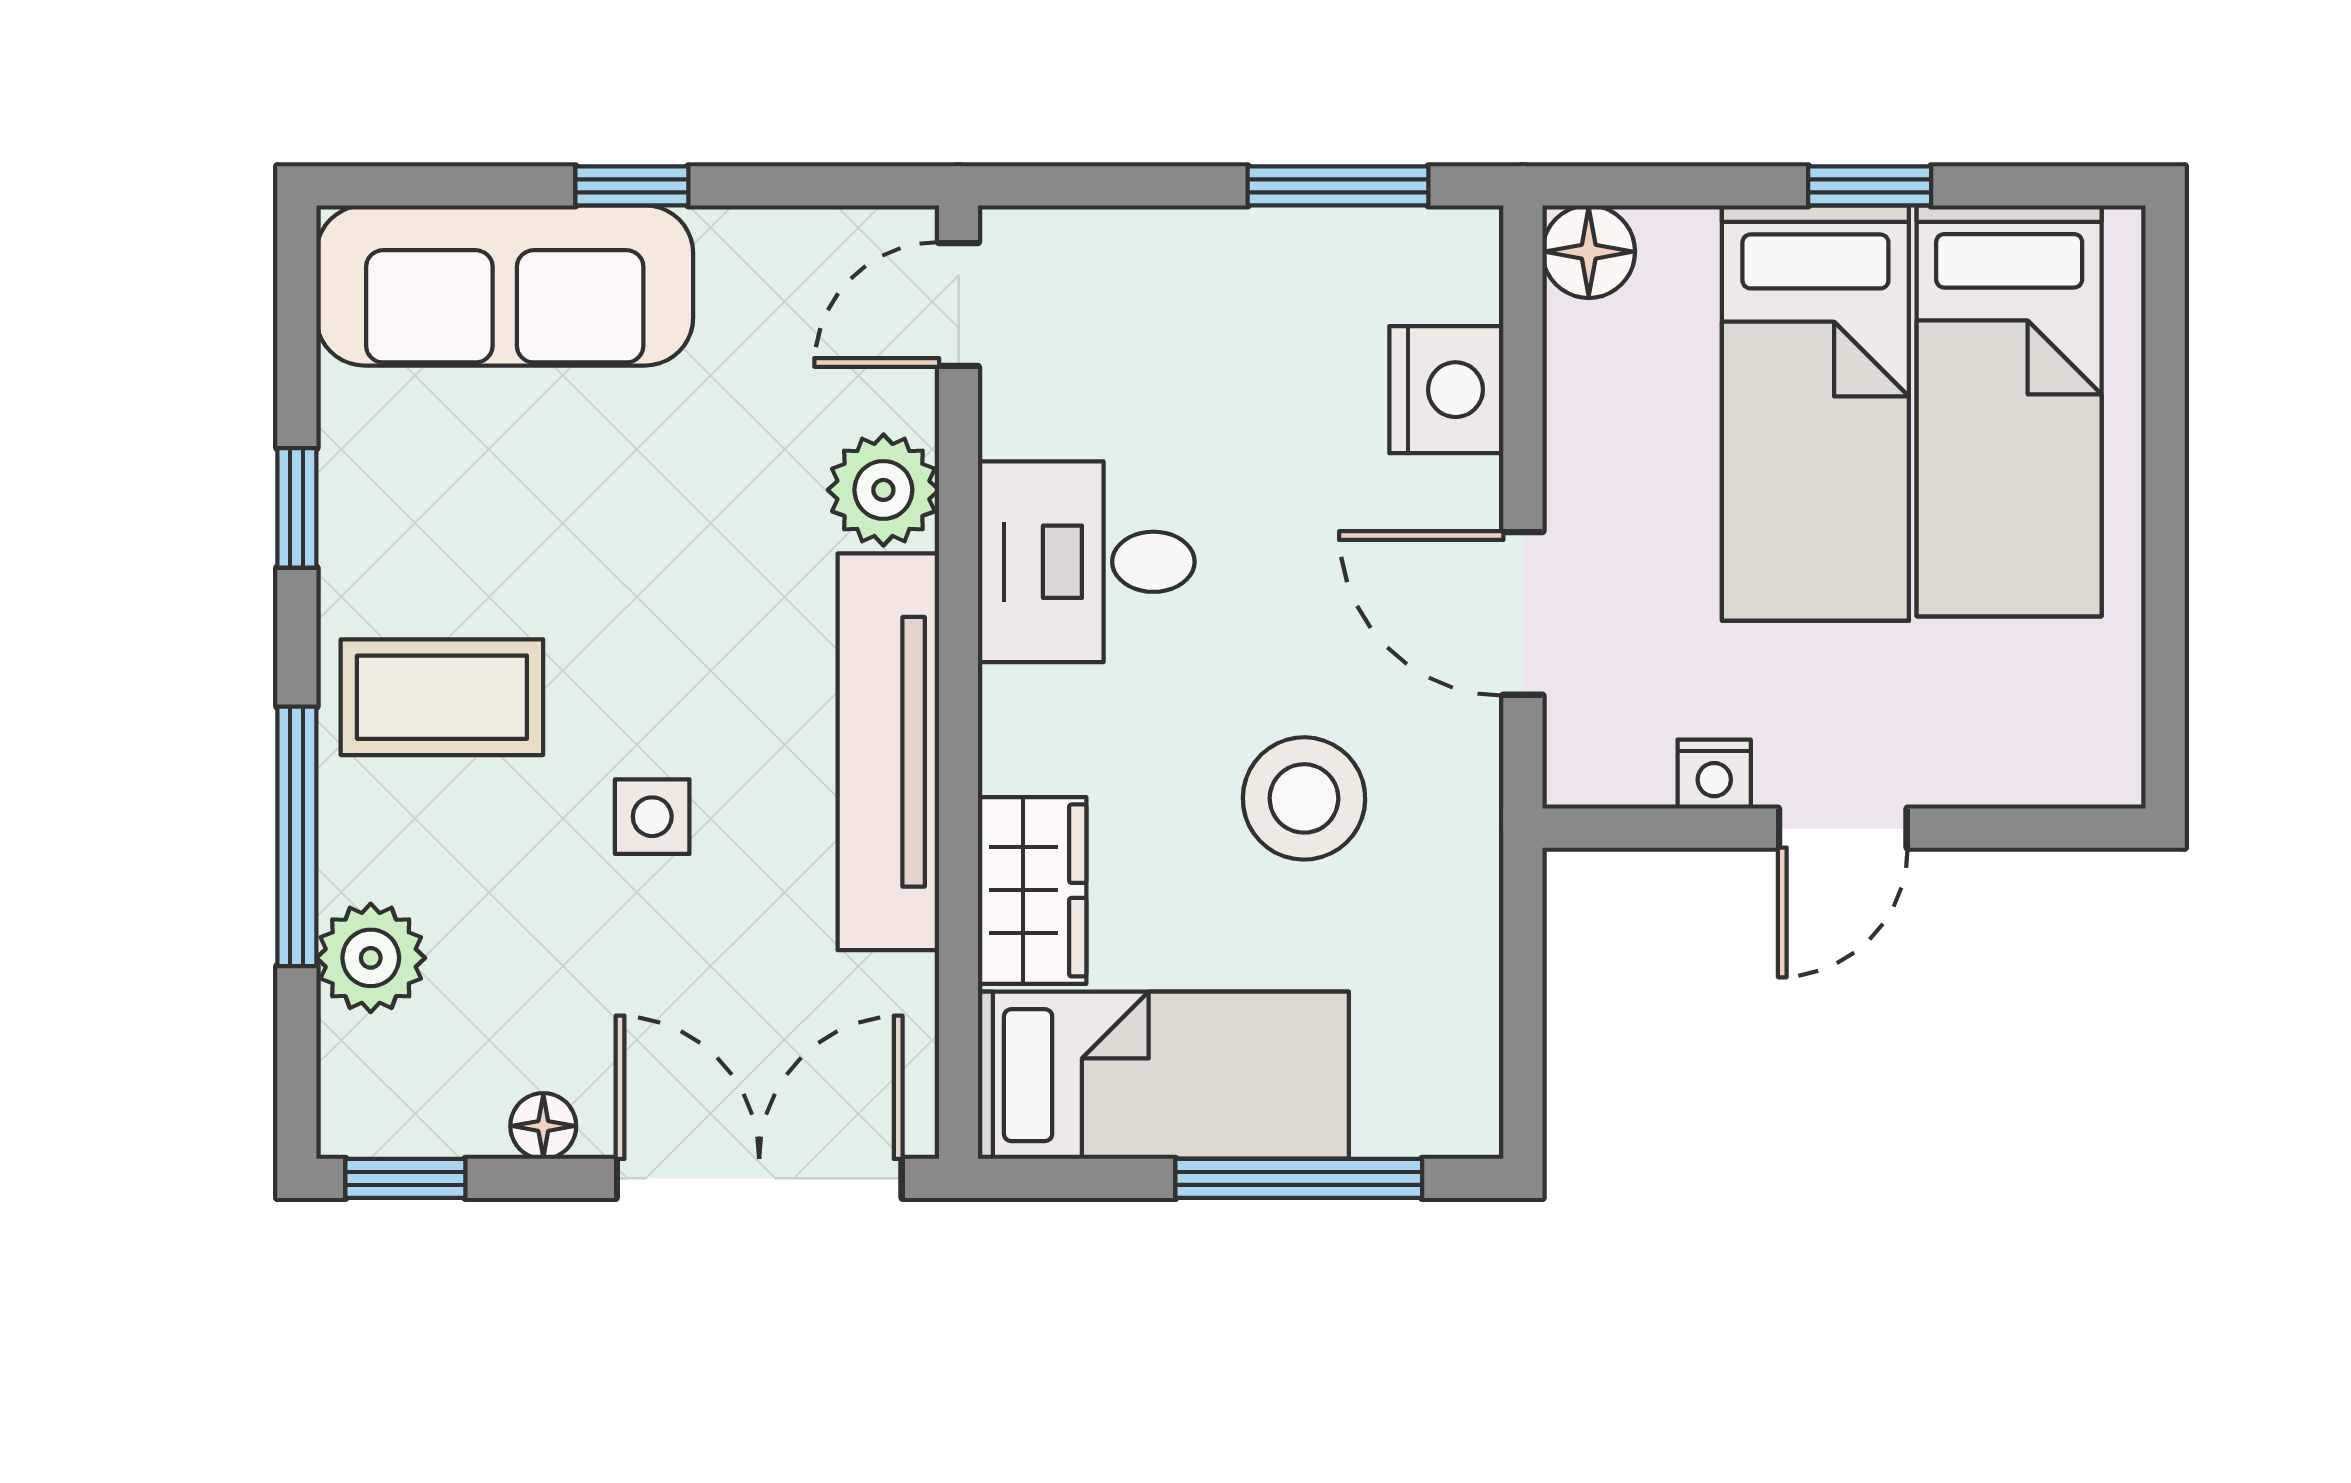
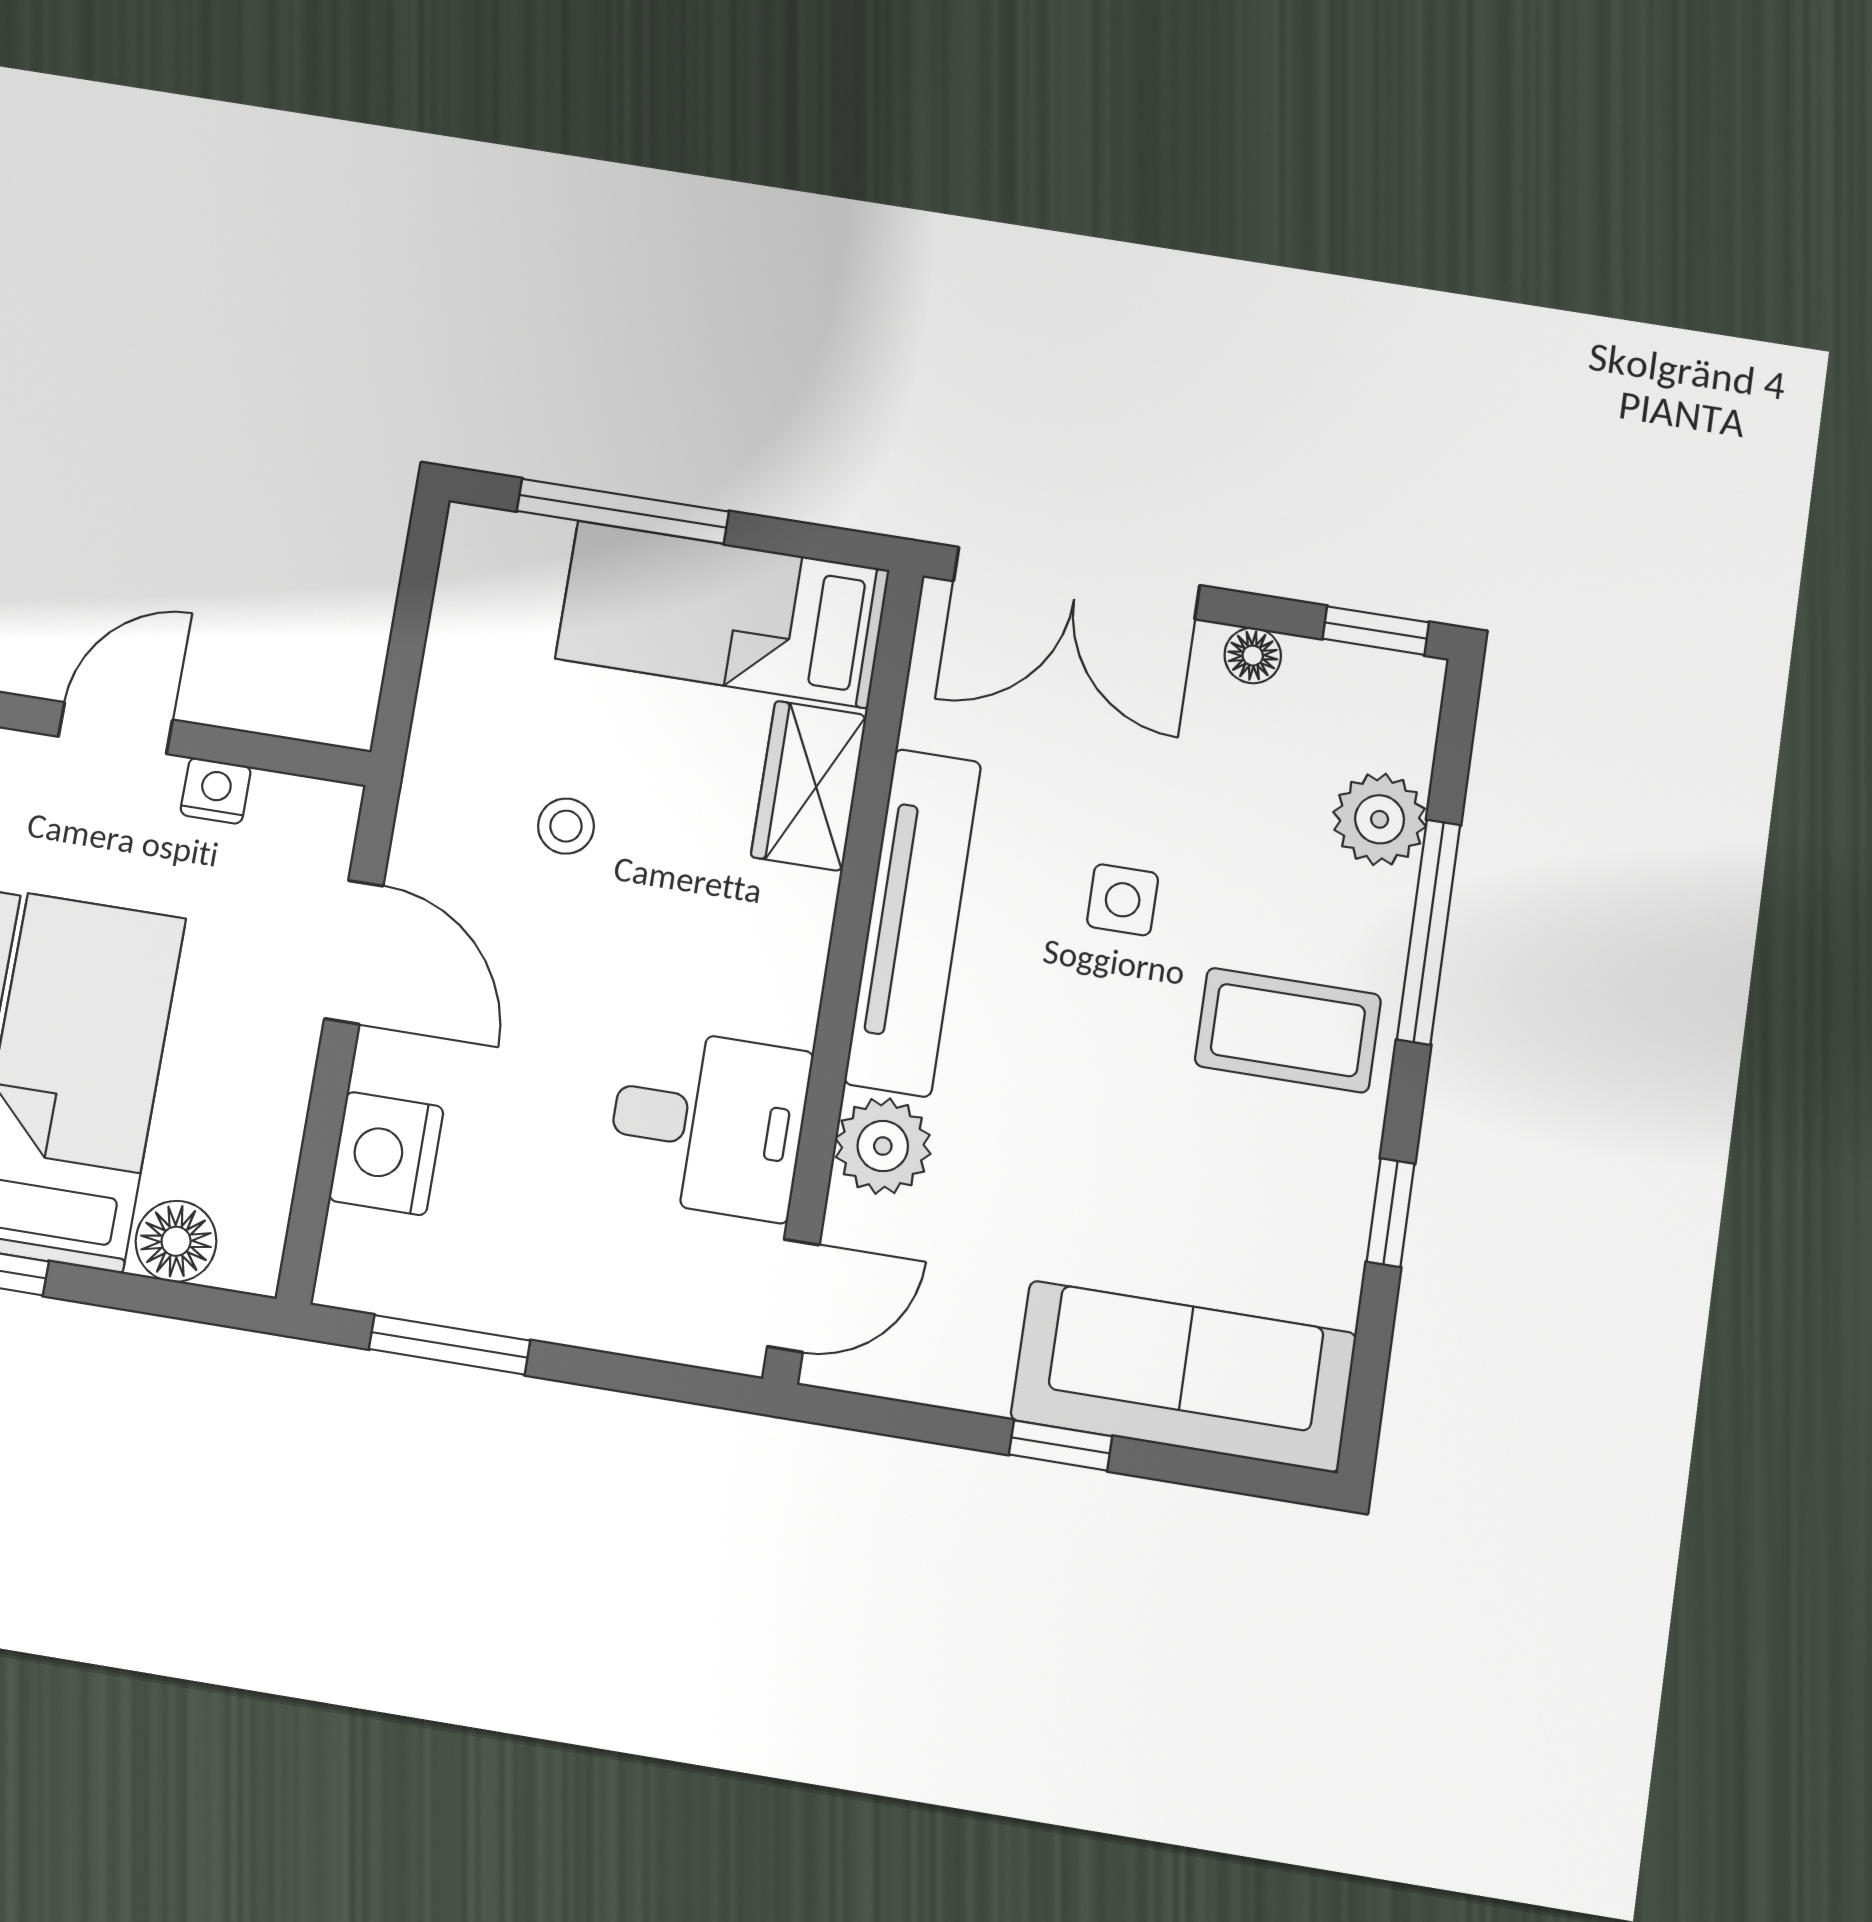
floor lamp: (1589, 252) -> (176, 1241), moved
desk: (1086, 562) -> (708, 1123), moved
stool: (1304, 798) -> (566, 826), width x0.53, depth x0.53

